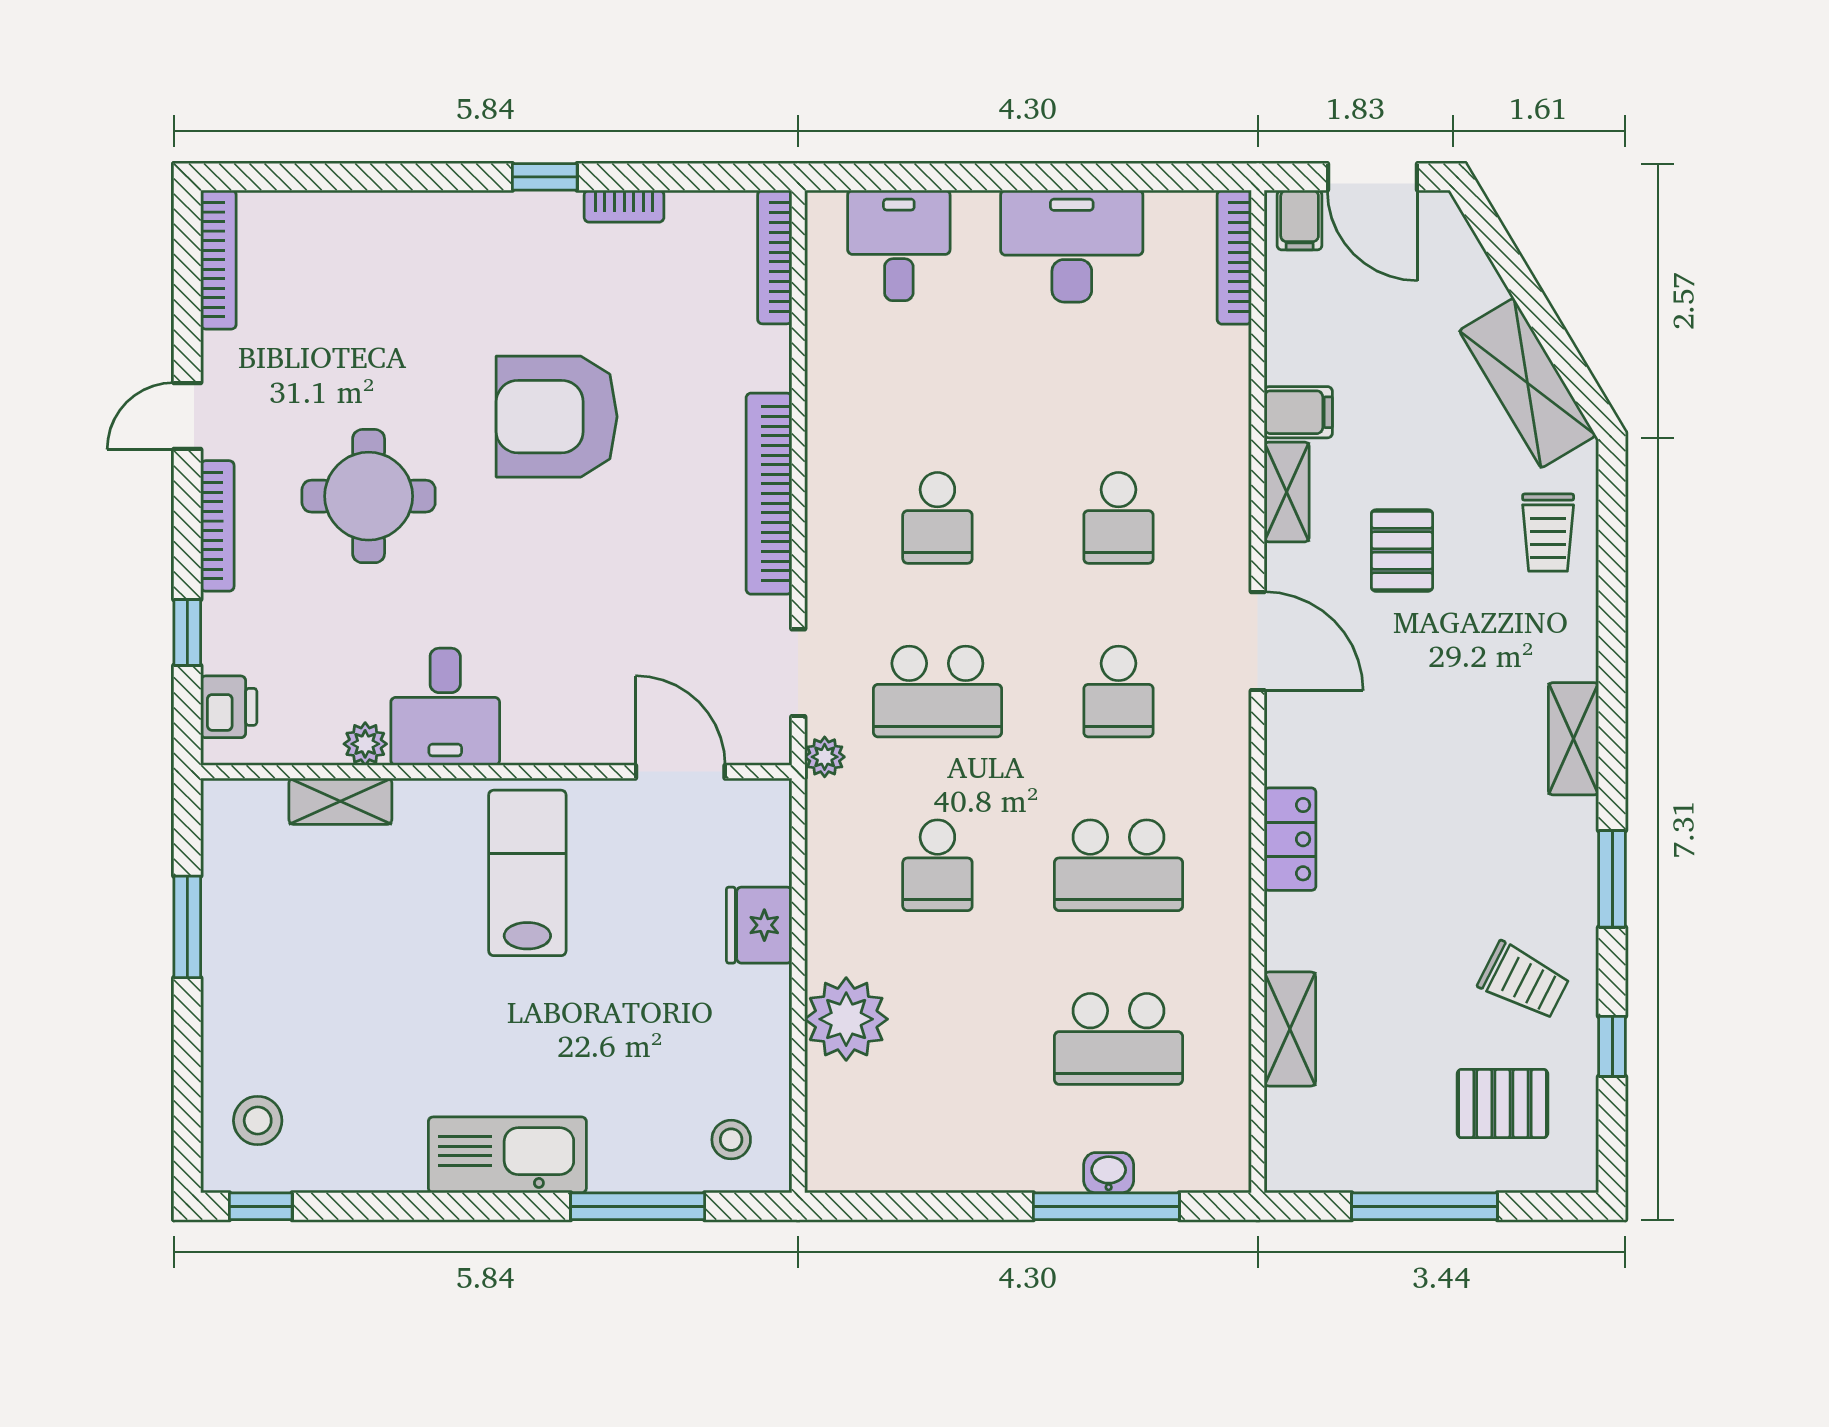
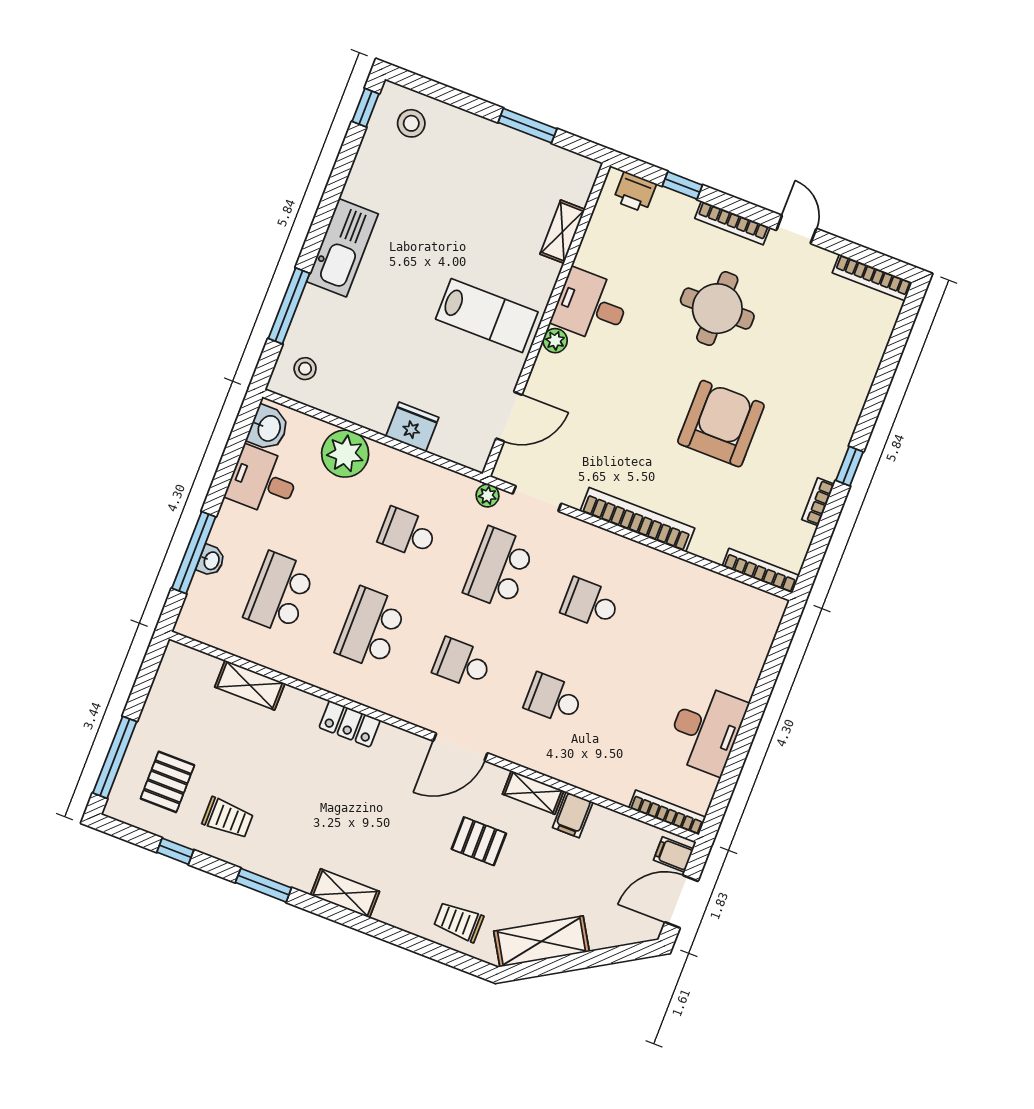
desk: (899, 245) -> (263, 481), moved, turned 180
plant: (365, 744) -> (555, 341), moved
trolley: (1524, 981) -> (228, 818), turned -117
washbasin: (853, 1163) -> (268, 428), added
window: (1424, 1206) -> (115, 757), moved

